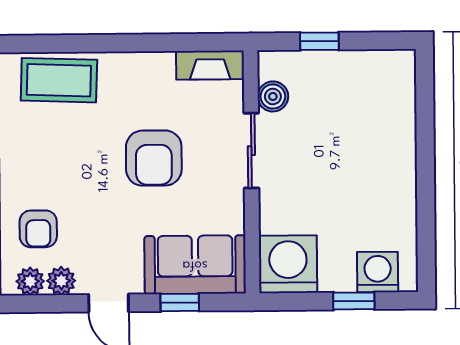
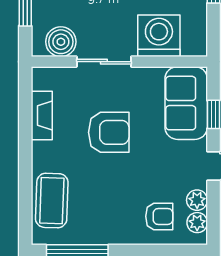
fireplace: (210, 65) -> (42, 116), moved
boiler: (273, 96) -> (61, 42), width x1.36, depth x1.36
washing machine: (288, 264) -> (159, 36), moved, turned 90

